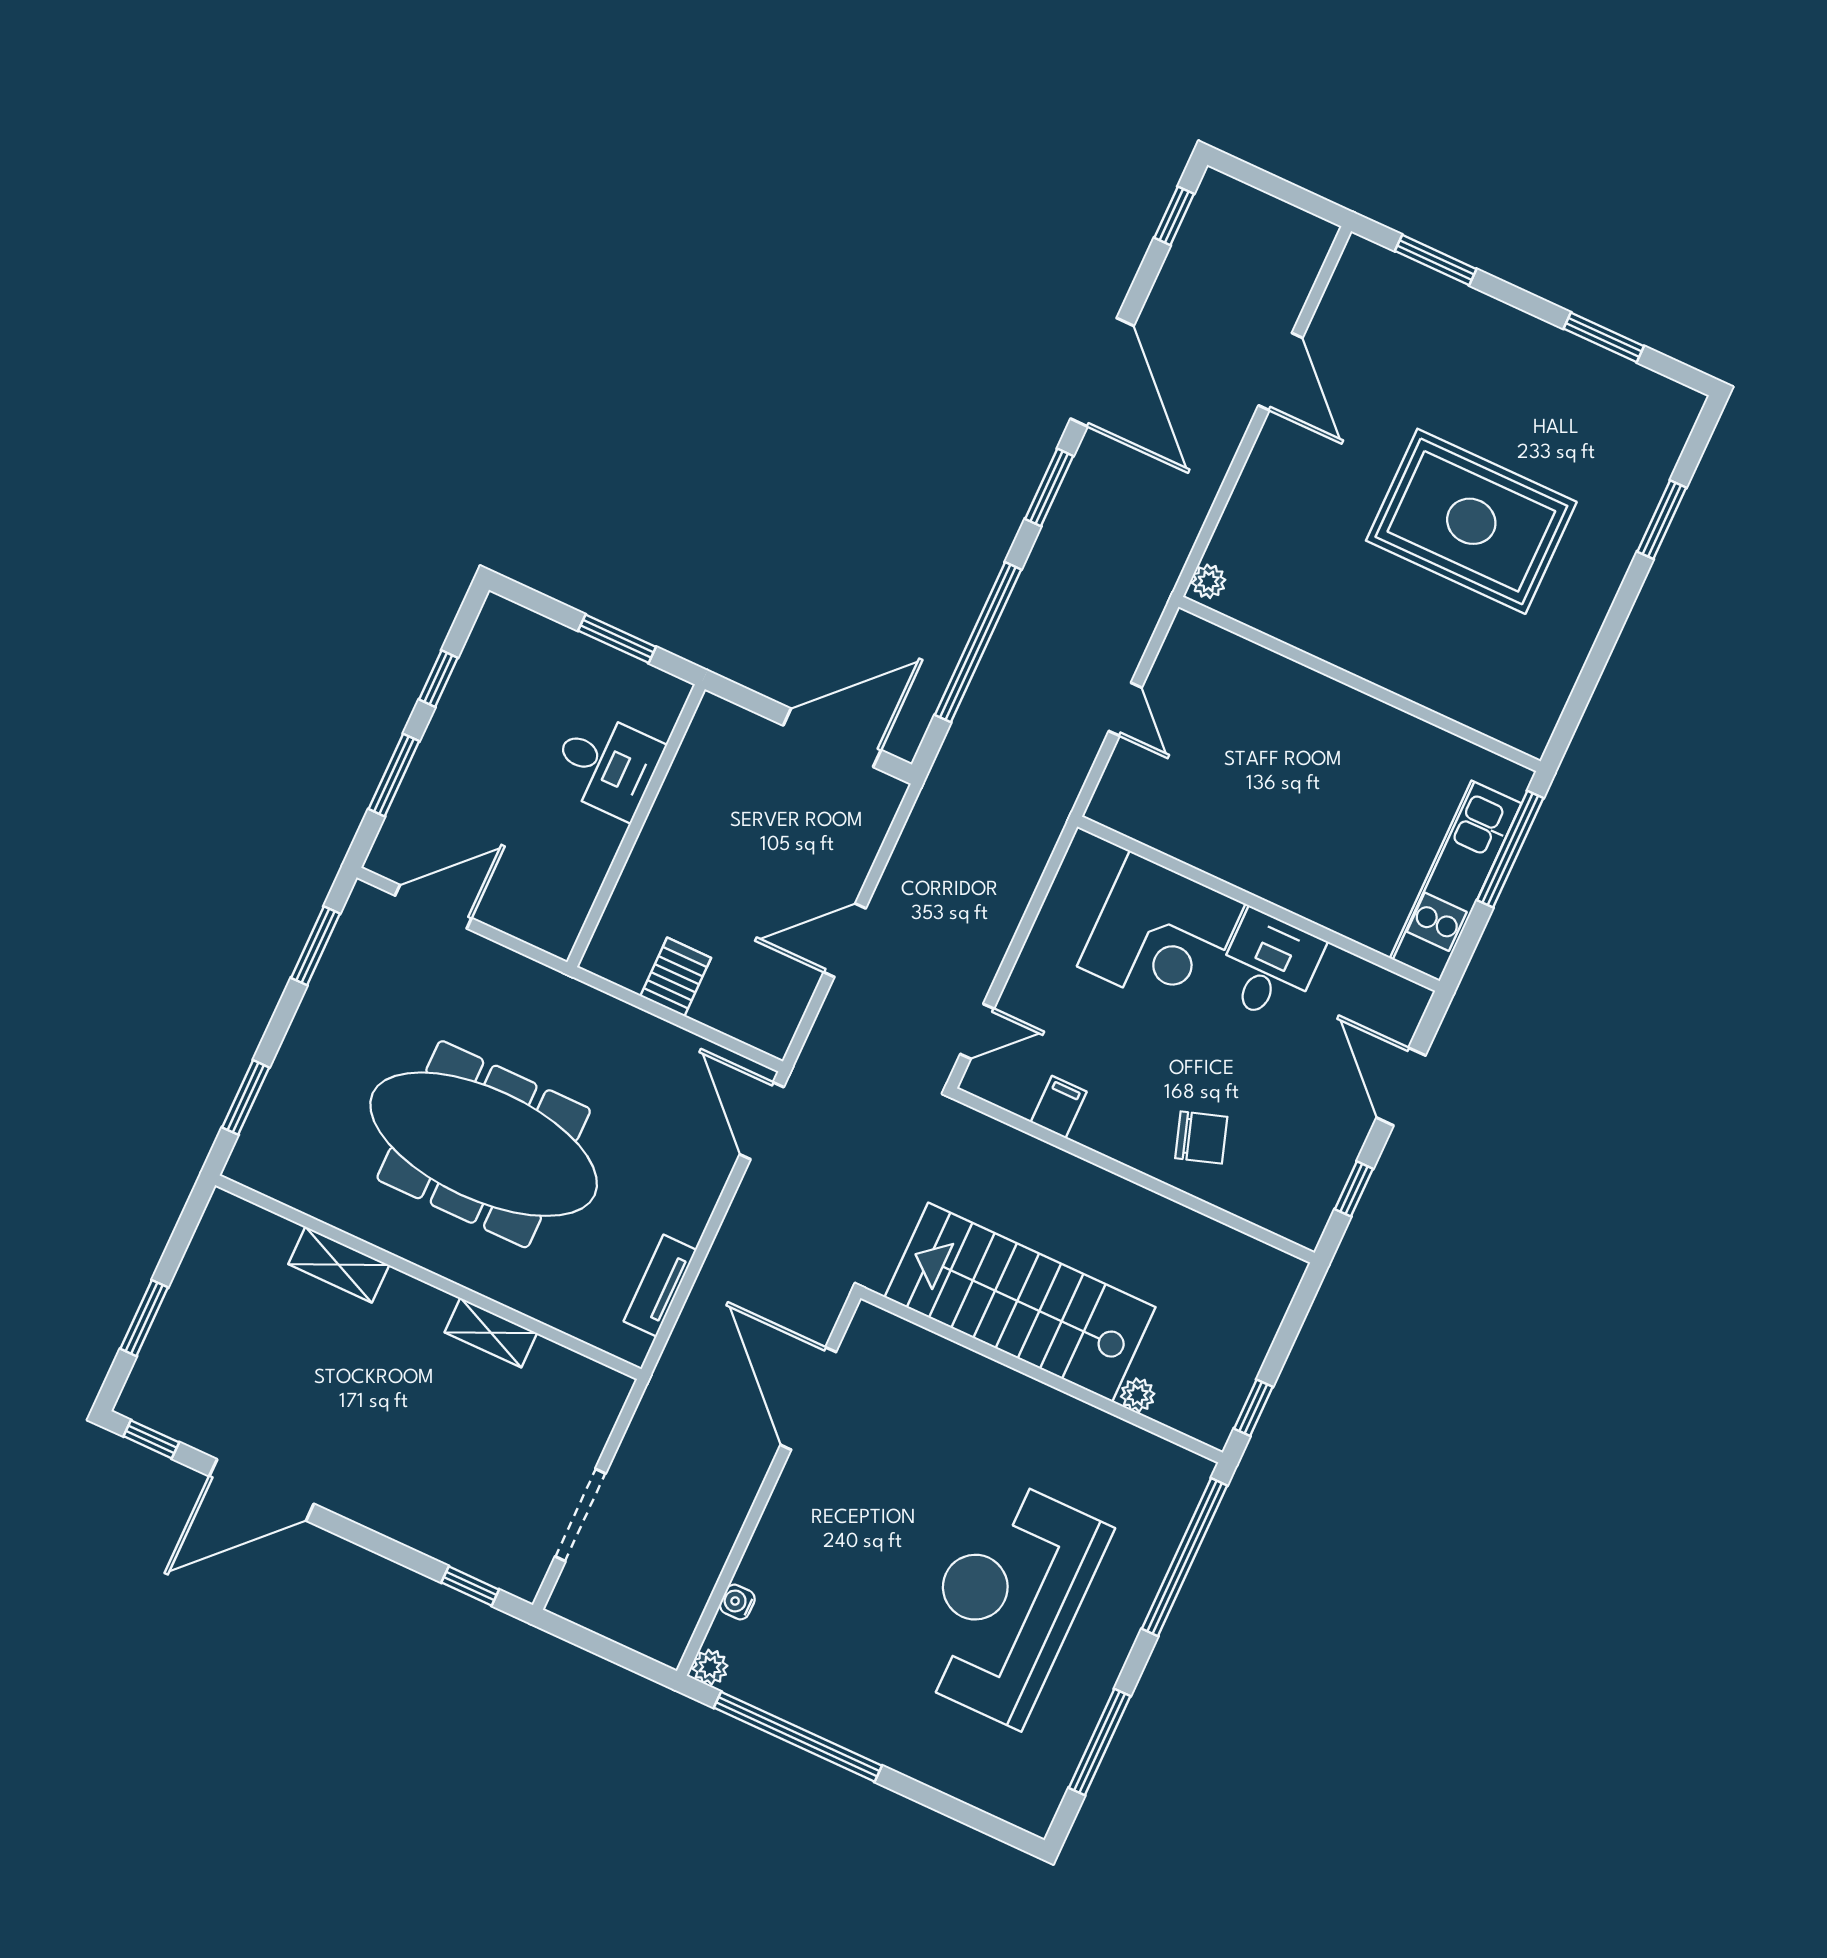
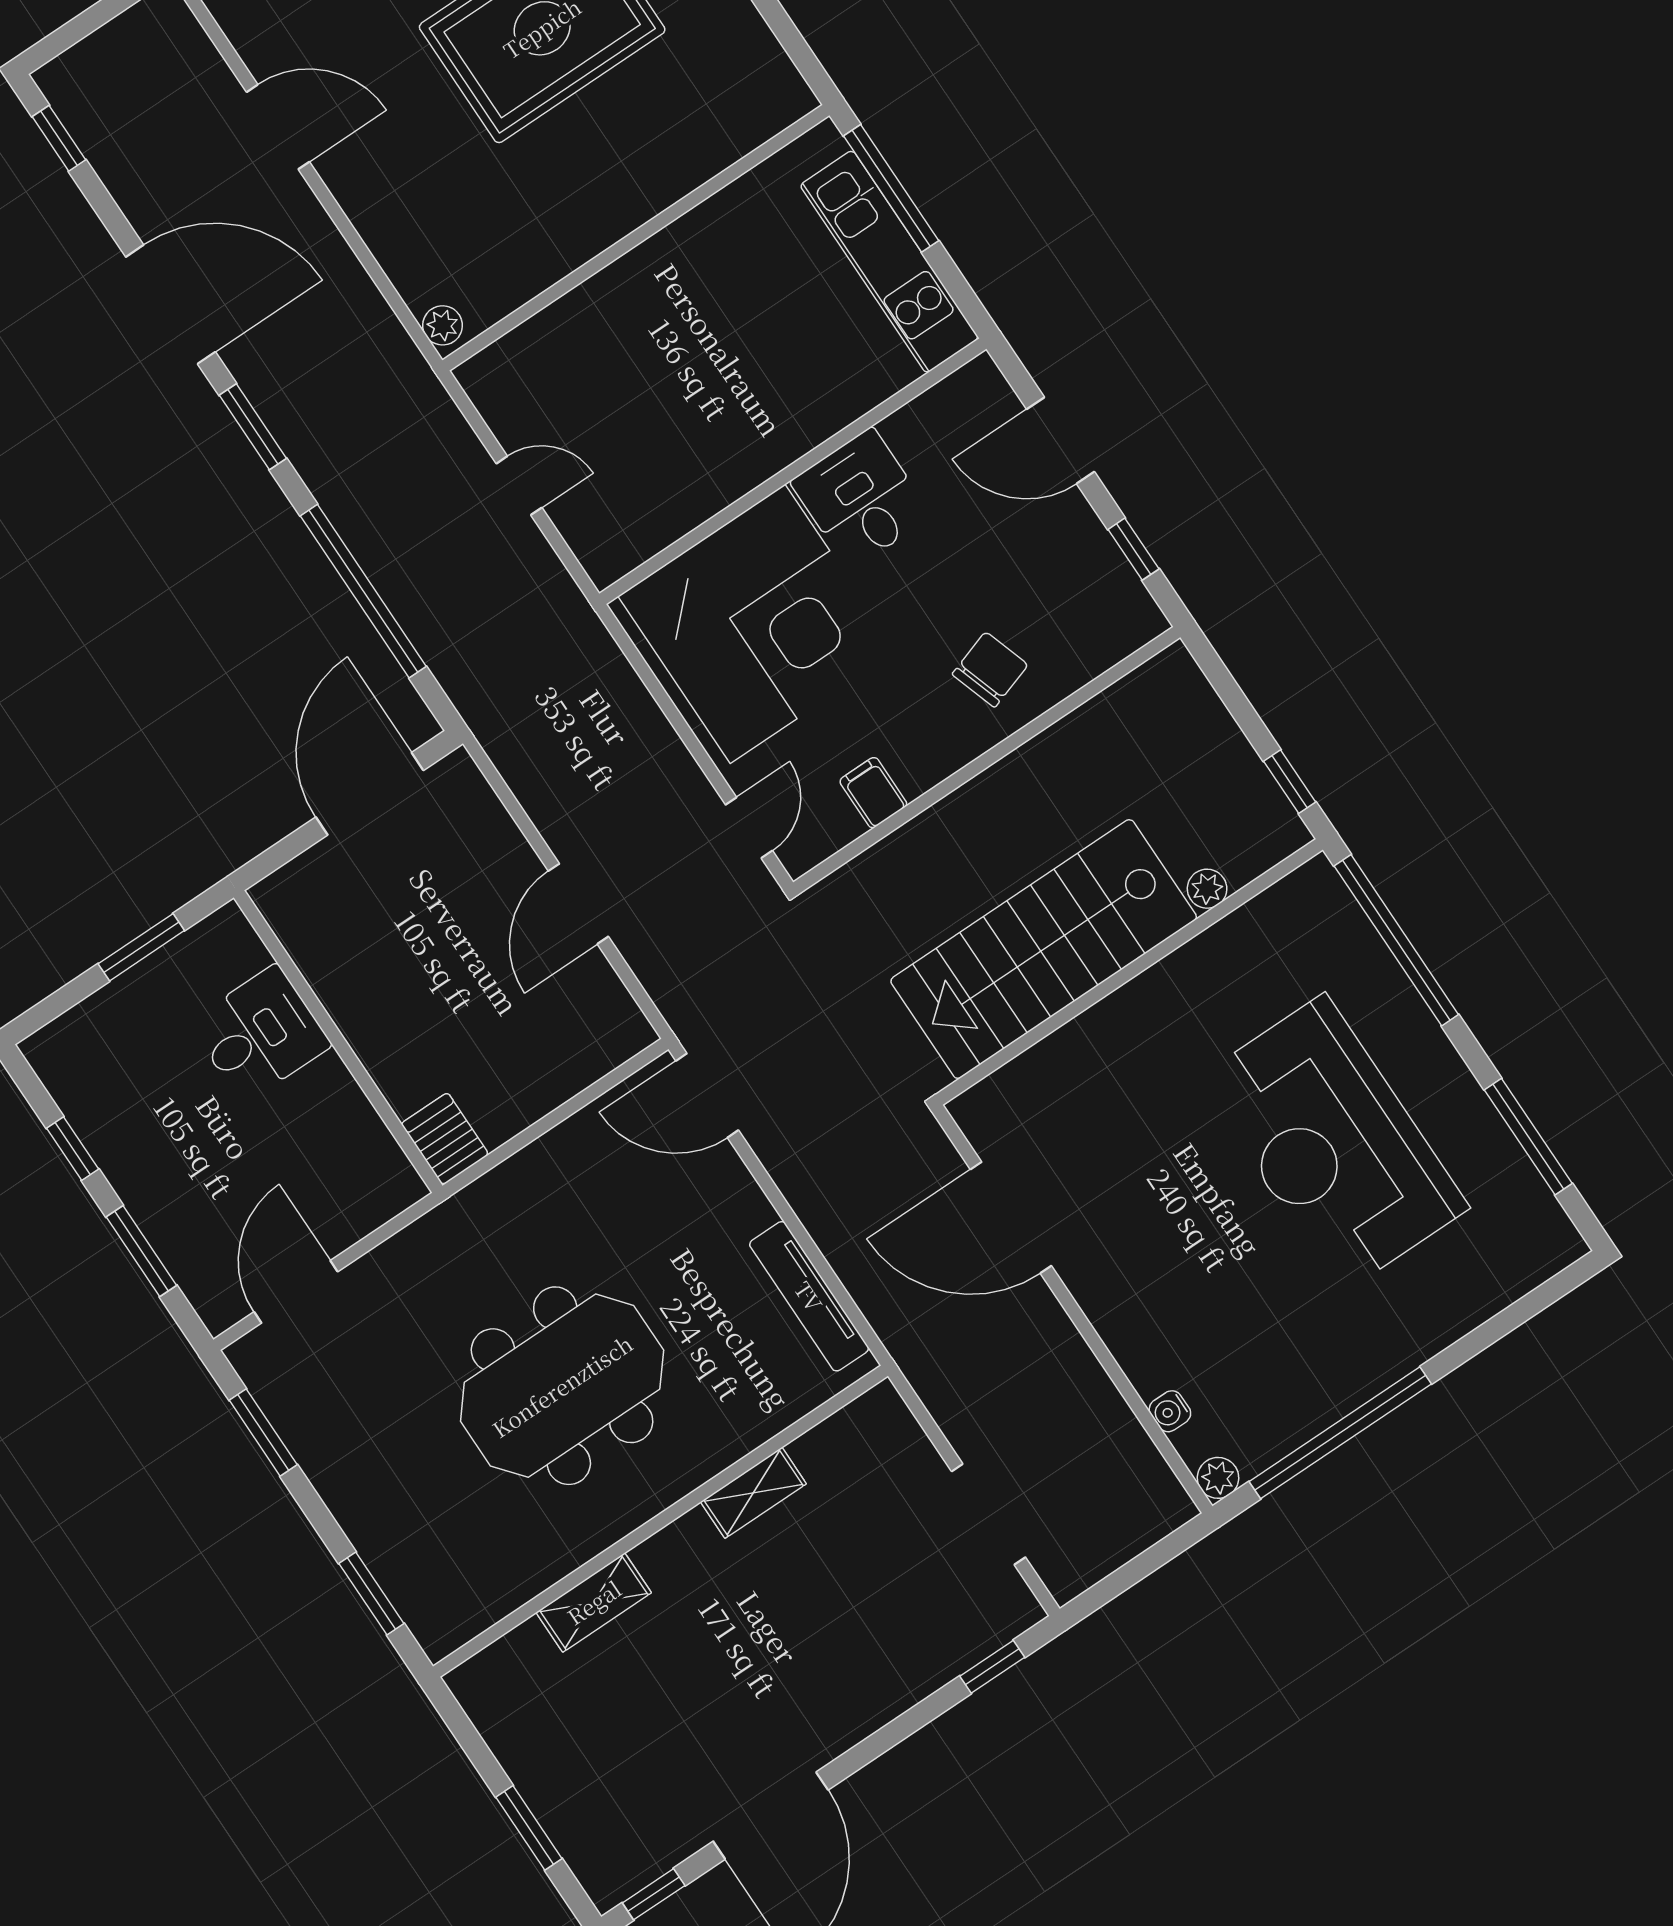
corner desk: (1161, 935) -> (758, 624), width x1.36, depth x1.36
server rack: (676, 977) -> (445, 1139), moved
meeting table: (484, 1144) -> (562, 1386), width x0.73
tv unit: (660, 1286) -> (809, 1296), width x1.41

